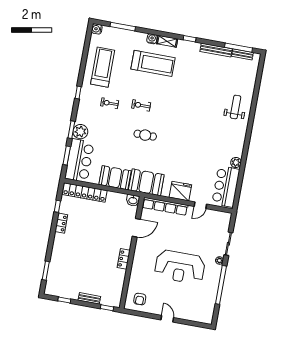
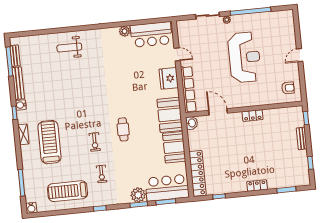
water cooler: (152, 39) -> (21, 105), moved
locker: (61, 223) -> (257, 186), moved

